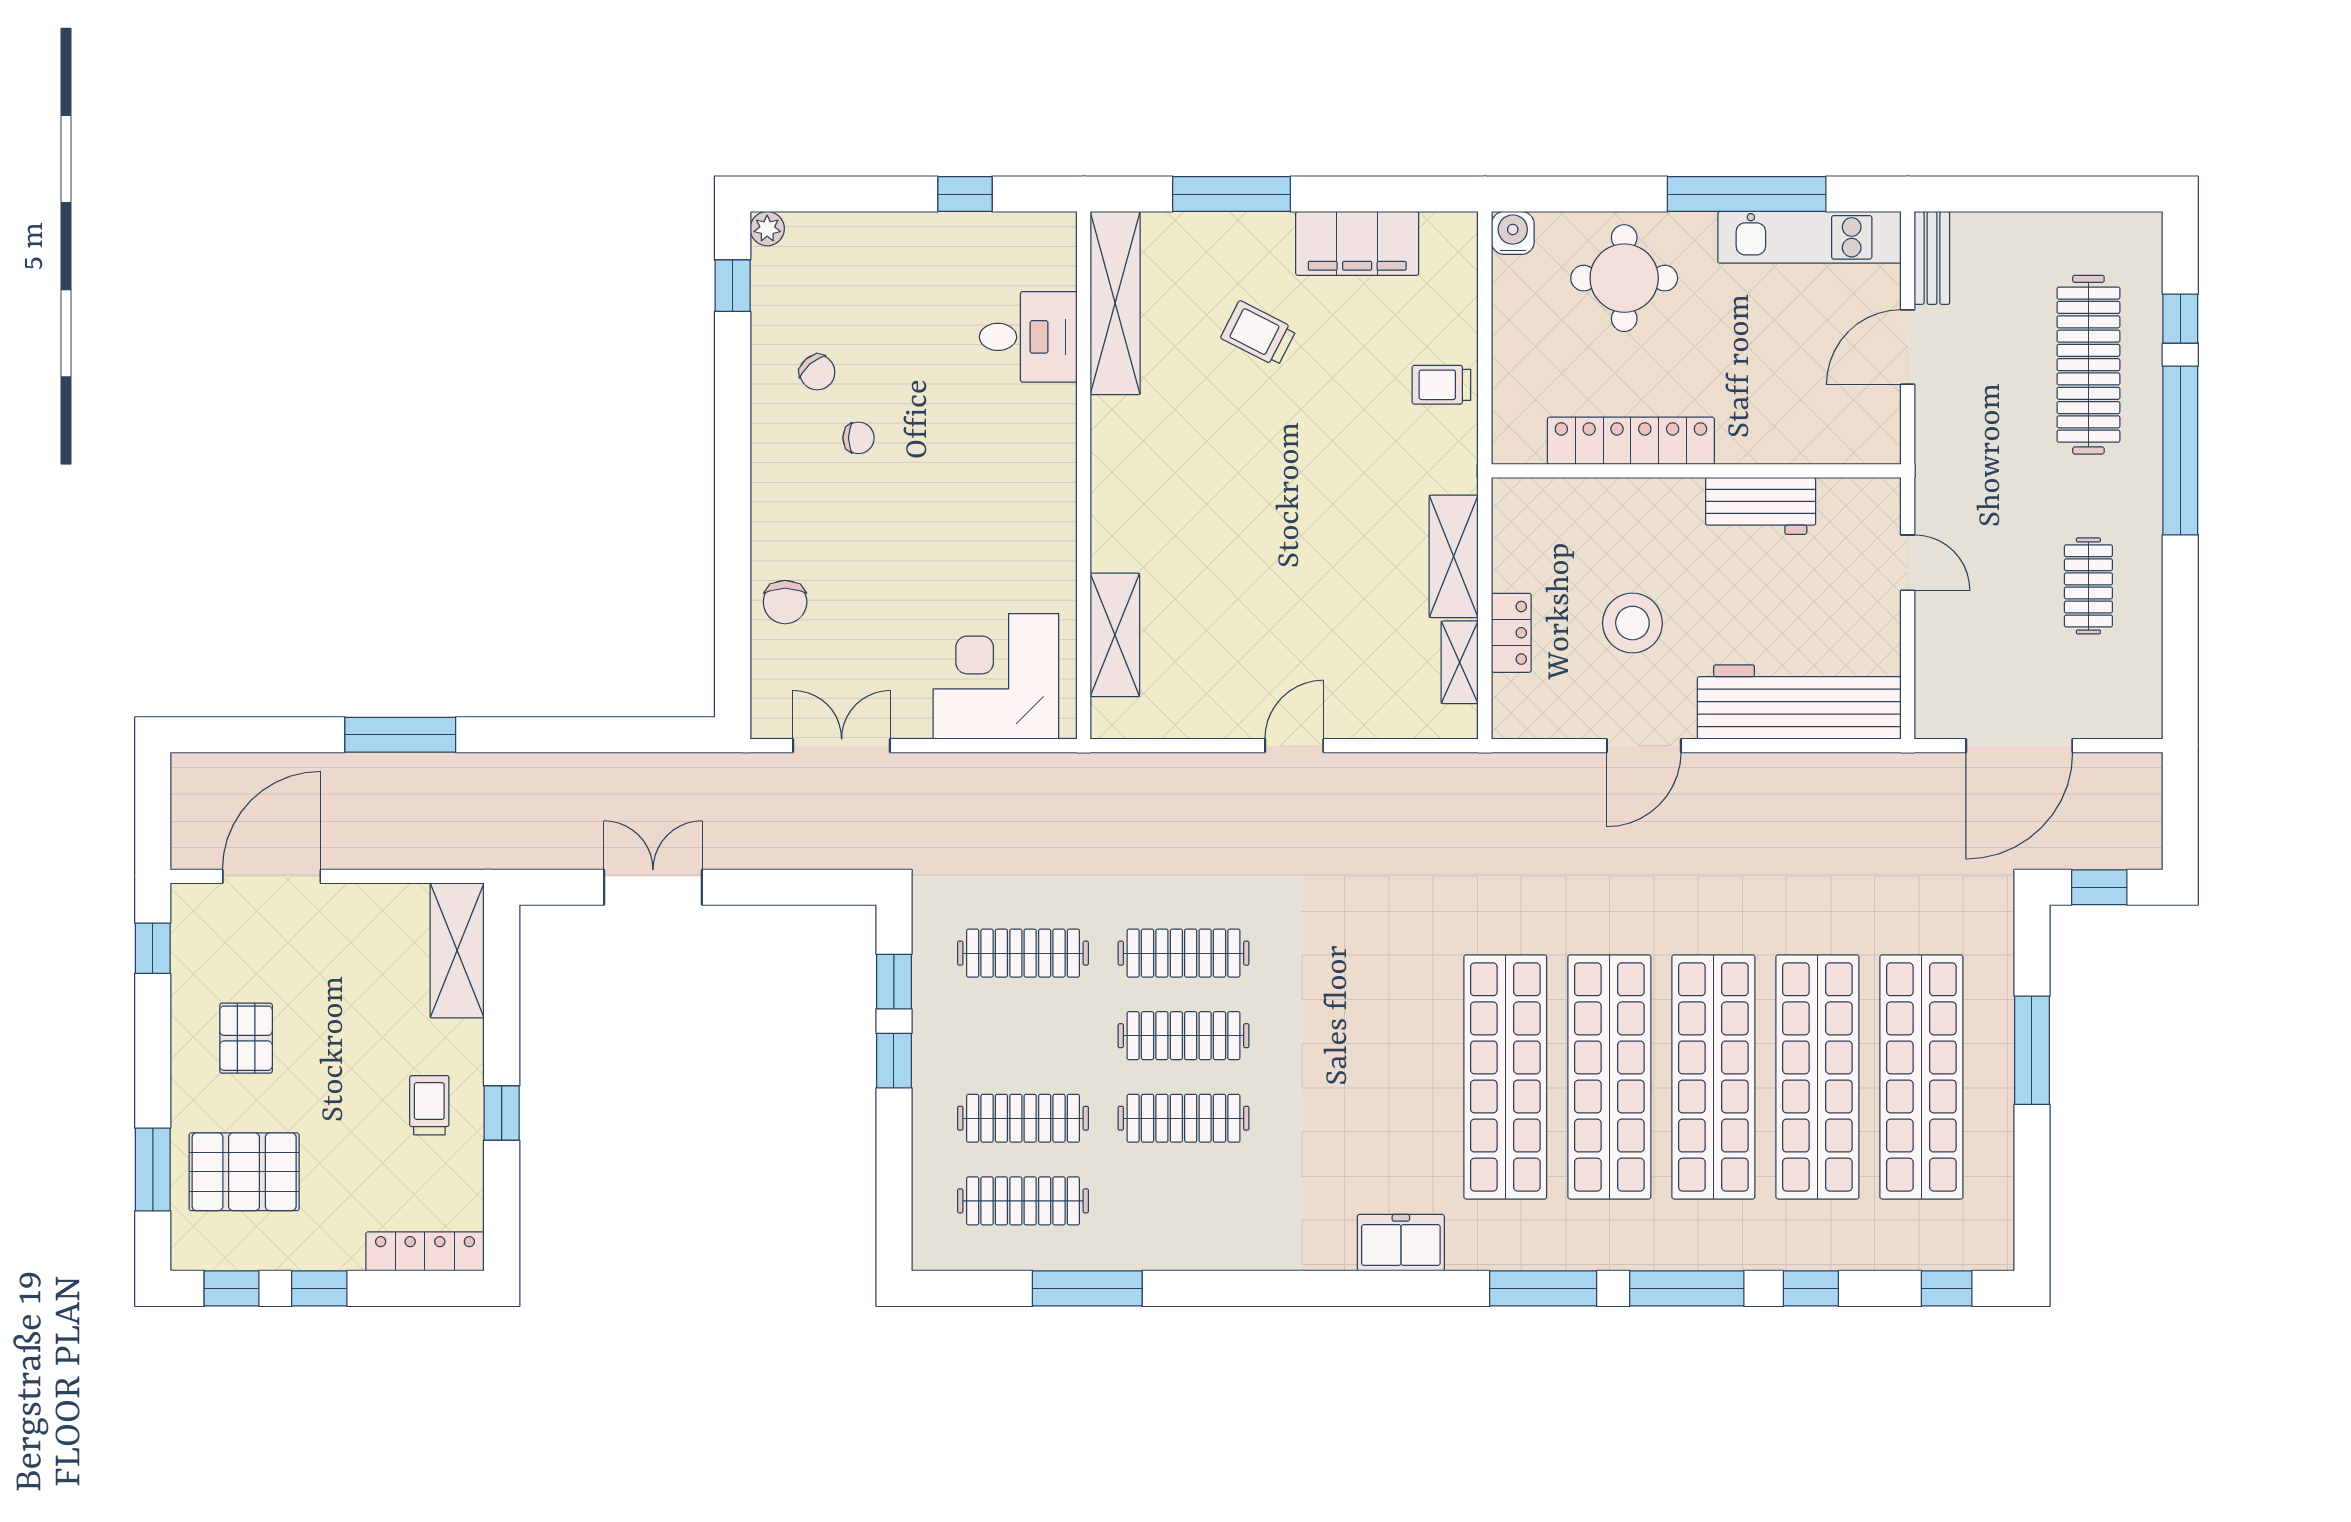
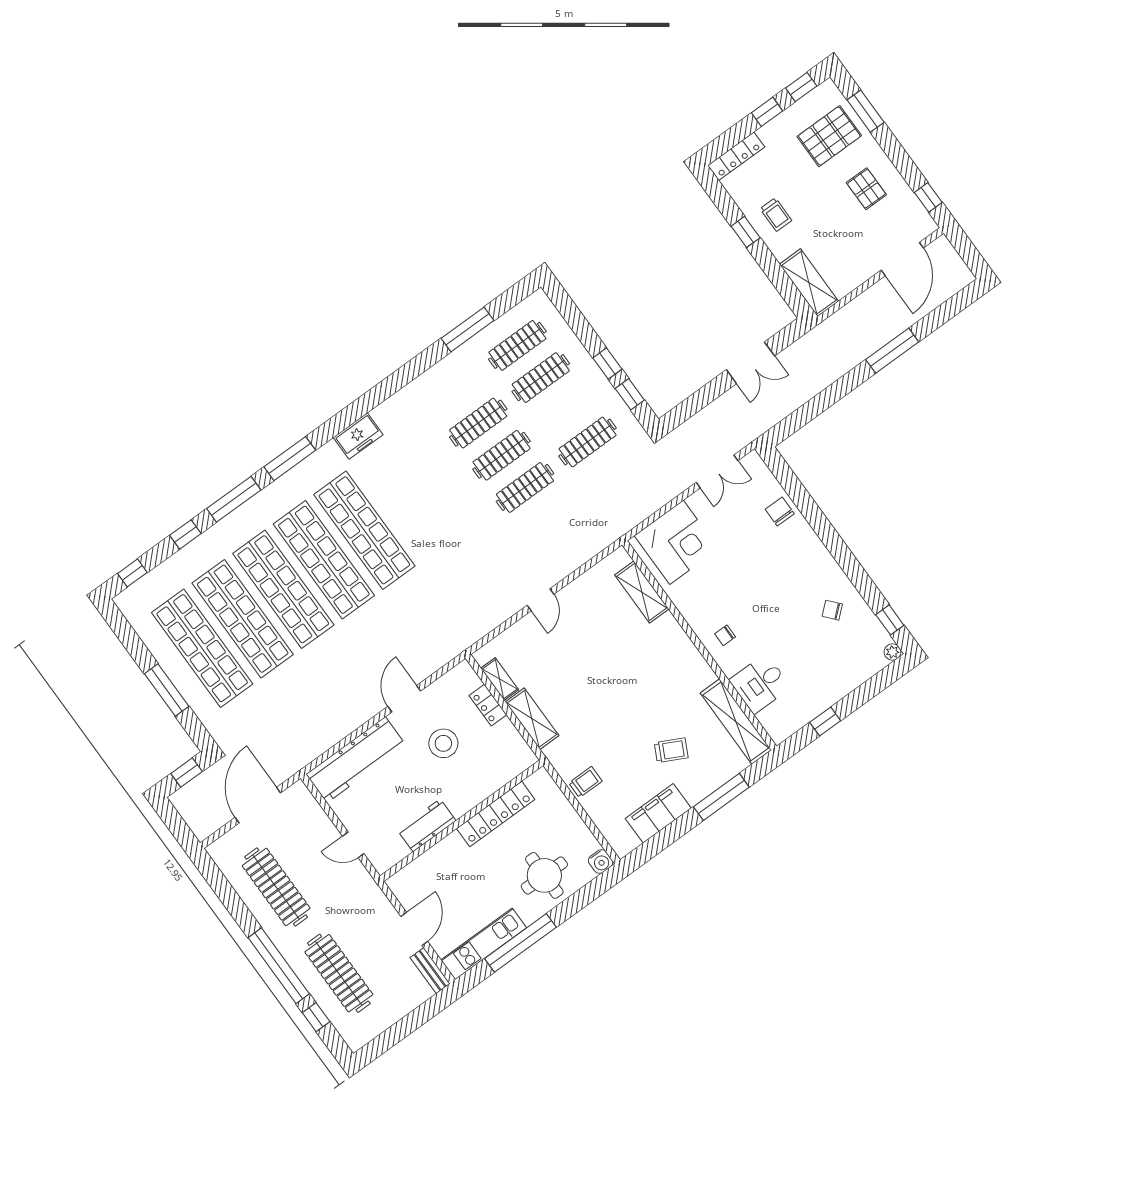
chair: (859, 438) -> (725, 635), moved
clothes rail: (2088, 586) -> (276, 887), width x1.86, depth x1.31

